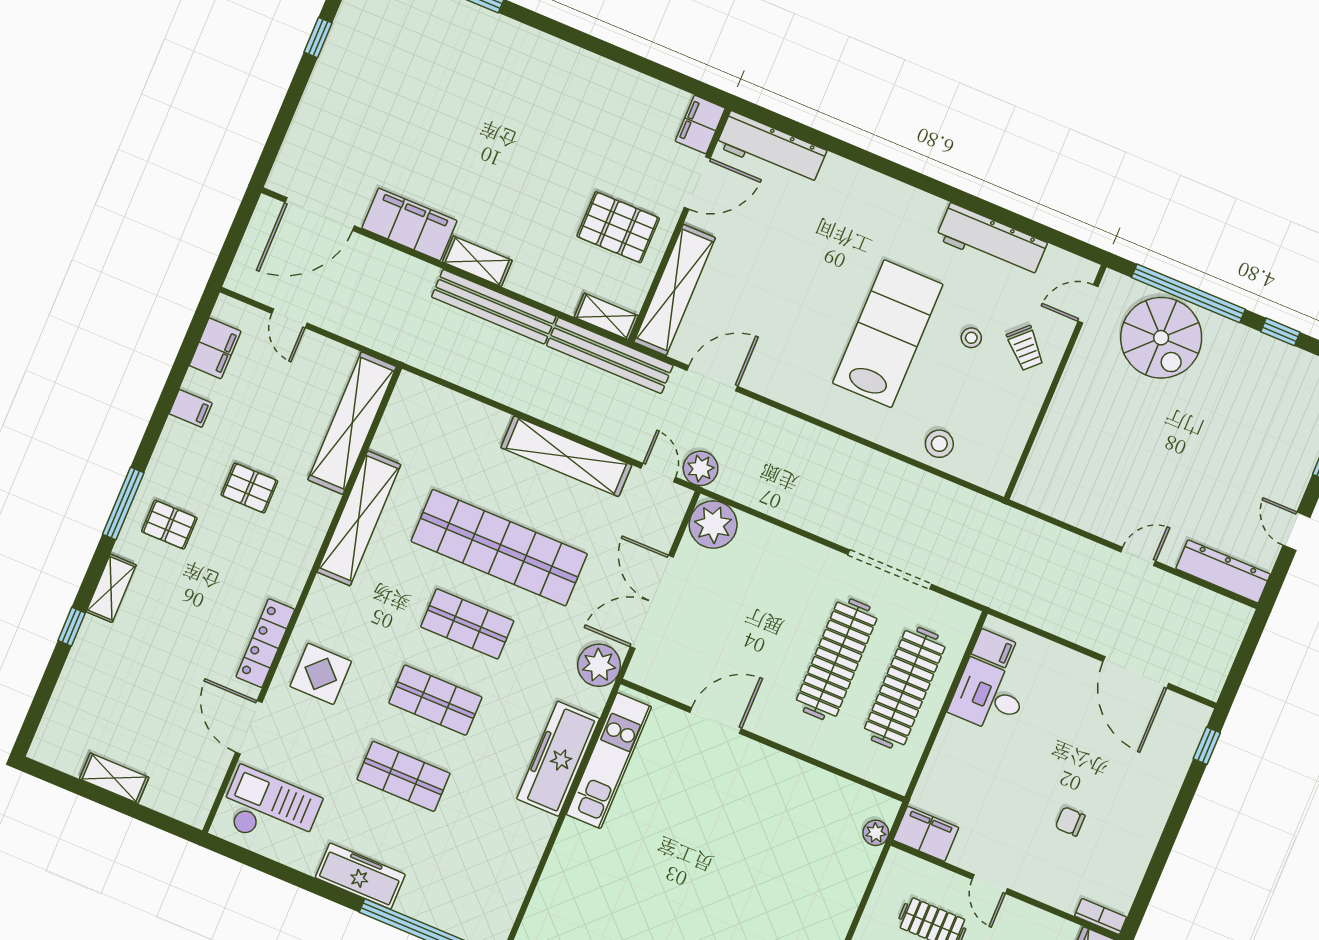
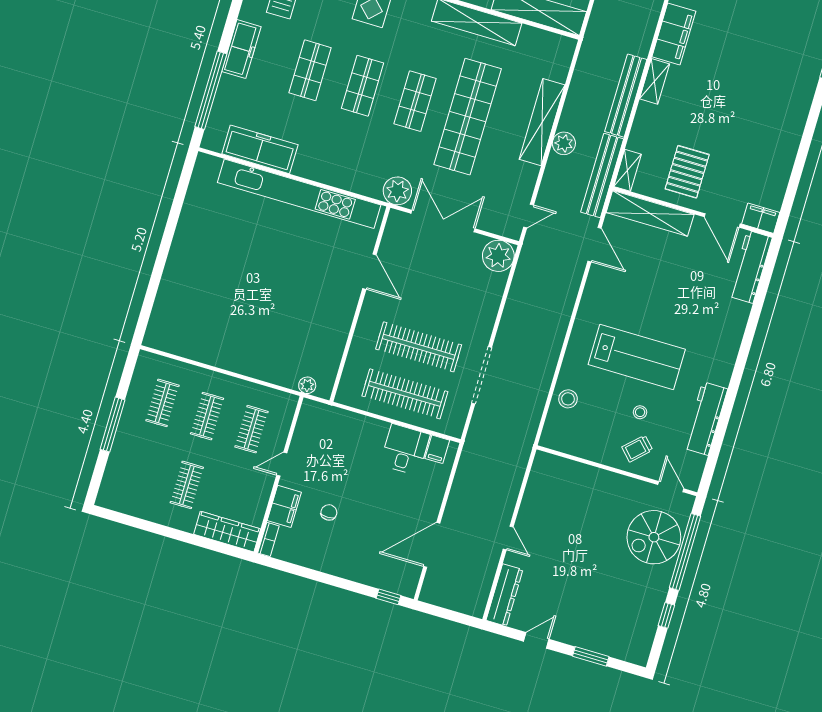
shelving: (566, 456) -> (542, 122), moved
plant: (701, 468) -> (564, 143), moved
freezer: (558, 759) -> (260, 149), moved
kitchen unit: (609, 761) -> (299, 194), width x1.86
filing cabinet: (926, 834) -> (284, 506), moved

